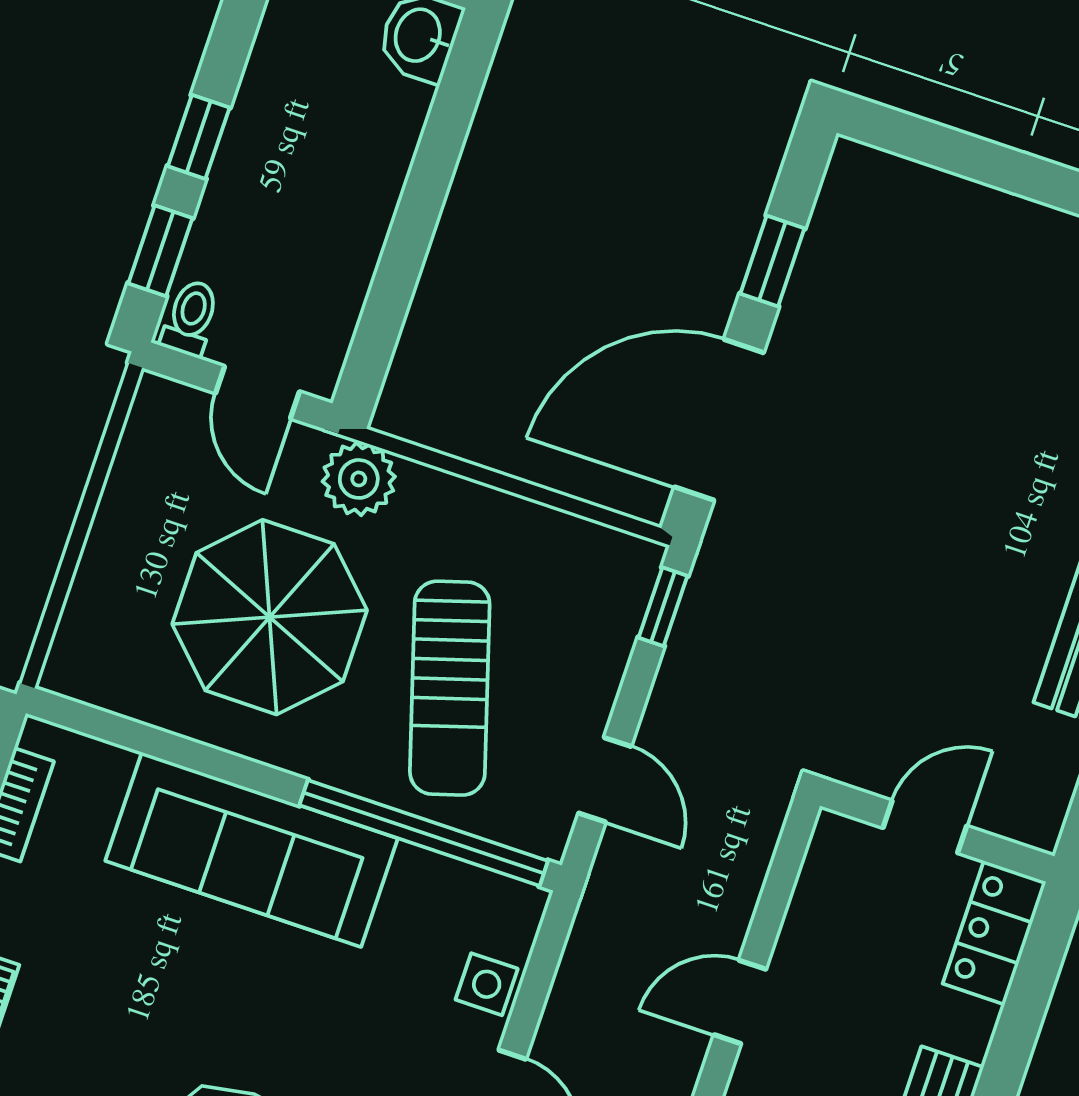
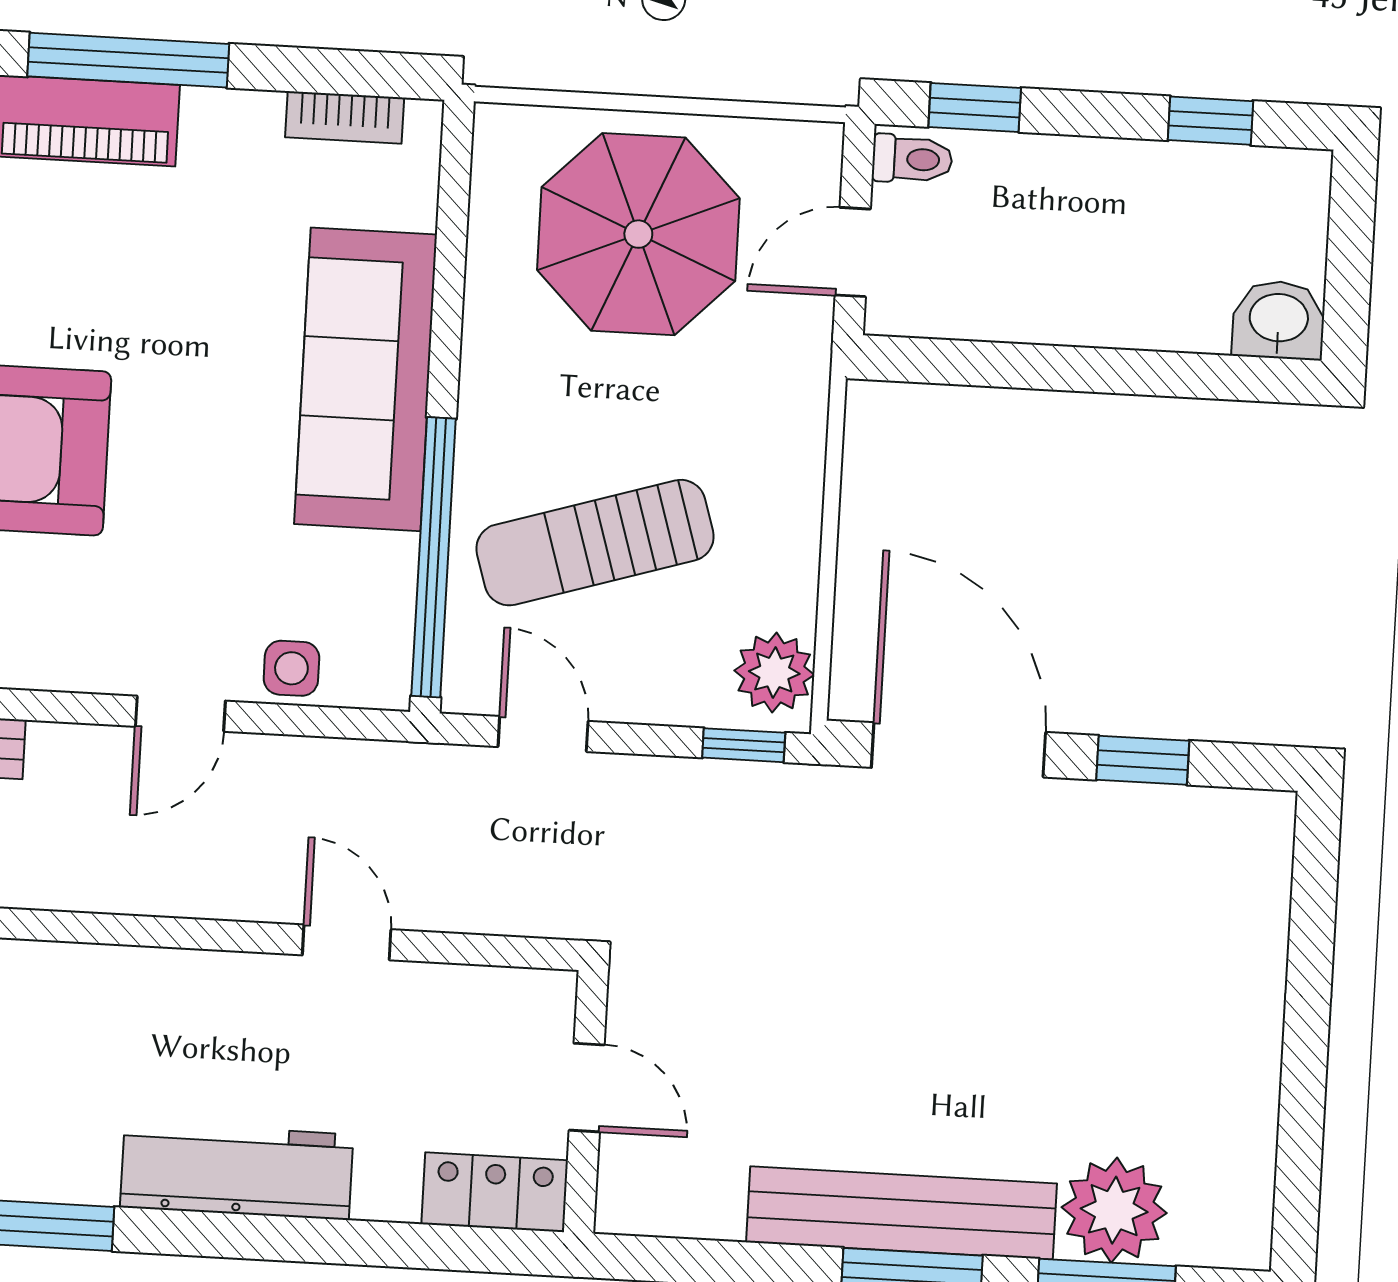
window: (199, 137) -> (1210, 121), moved
plant: (359, 479) -> (774, 673), moved
parasol: (270, 617) -> (638, 234), moved
door: (605, 780) -> (543, 734), swing flipped

